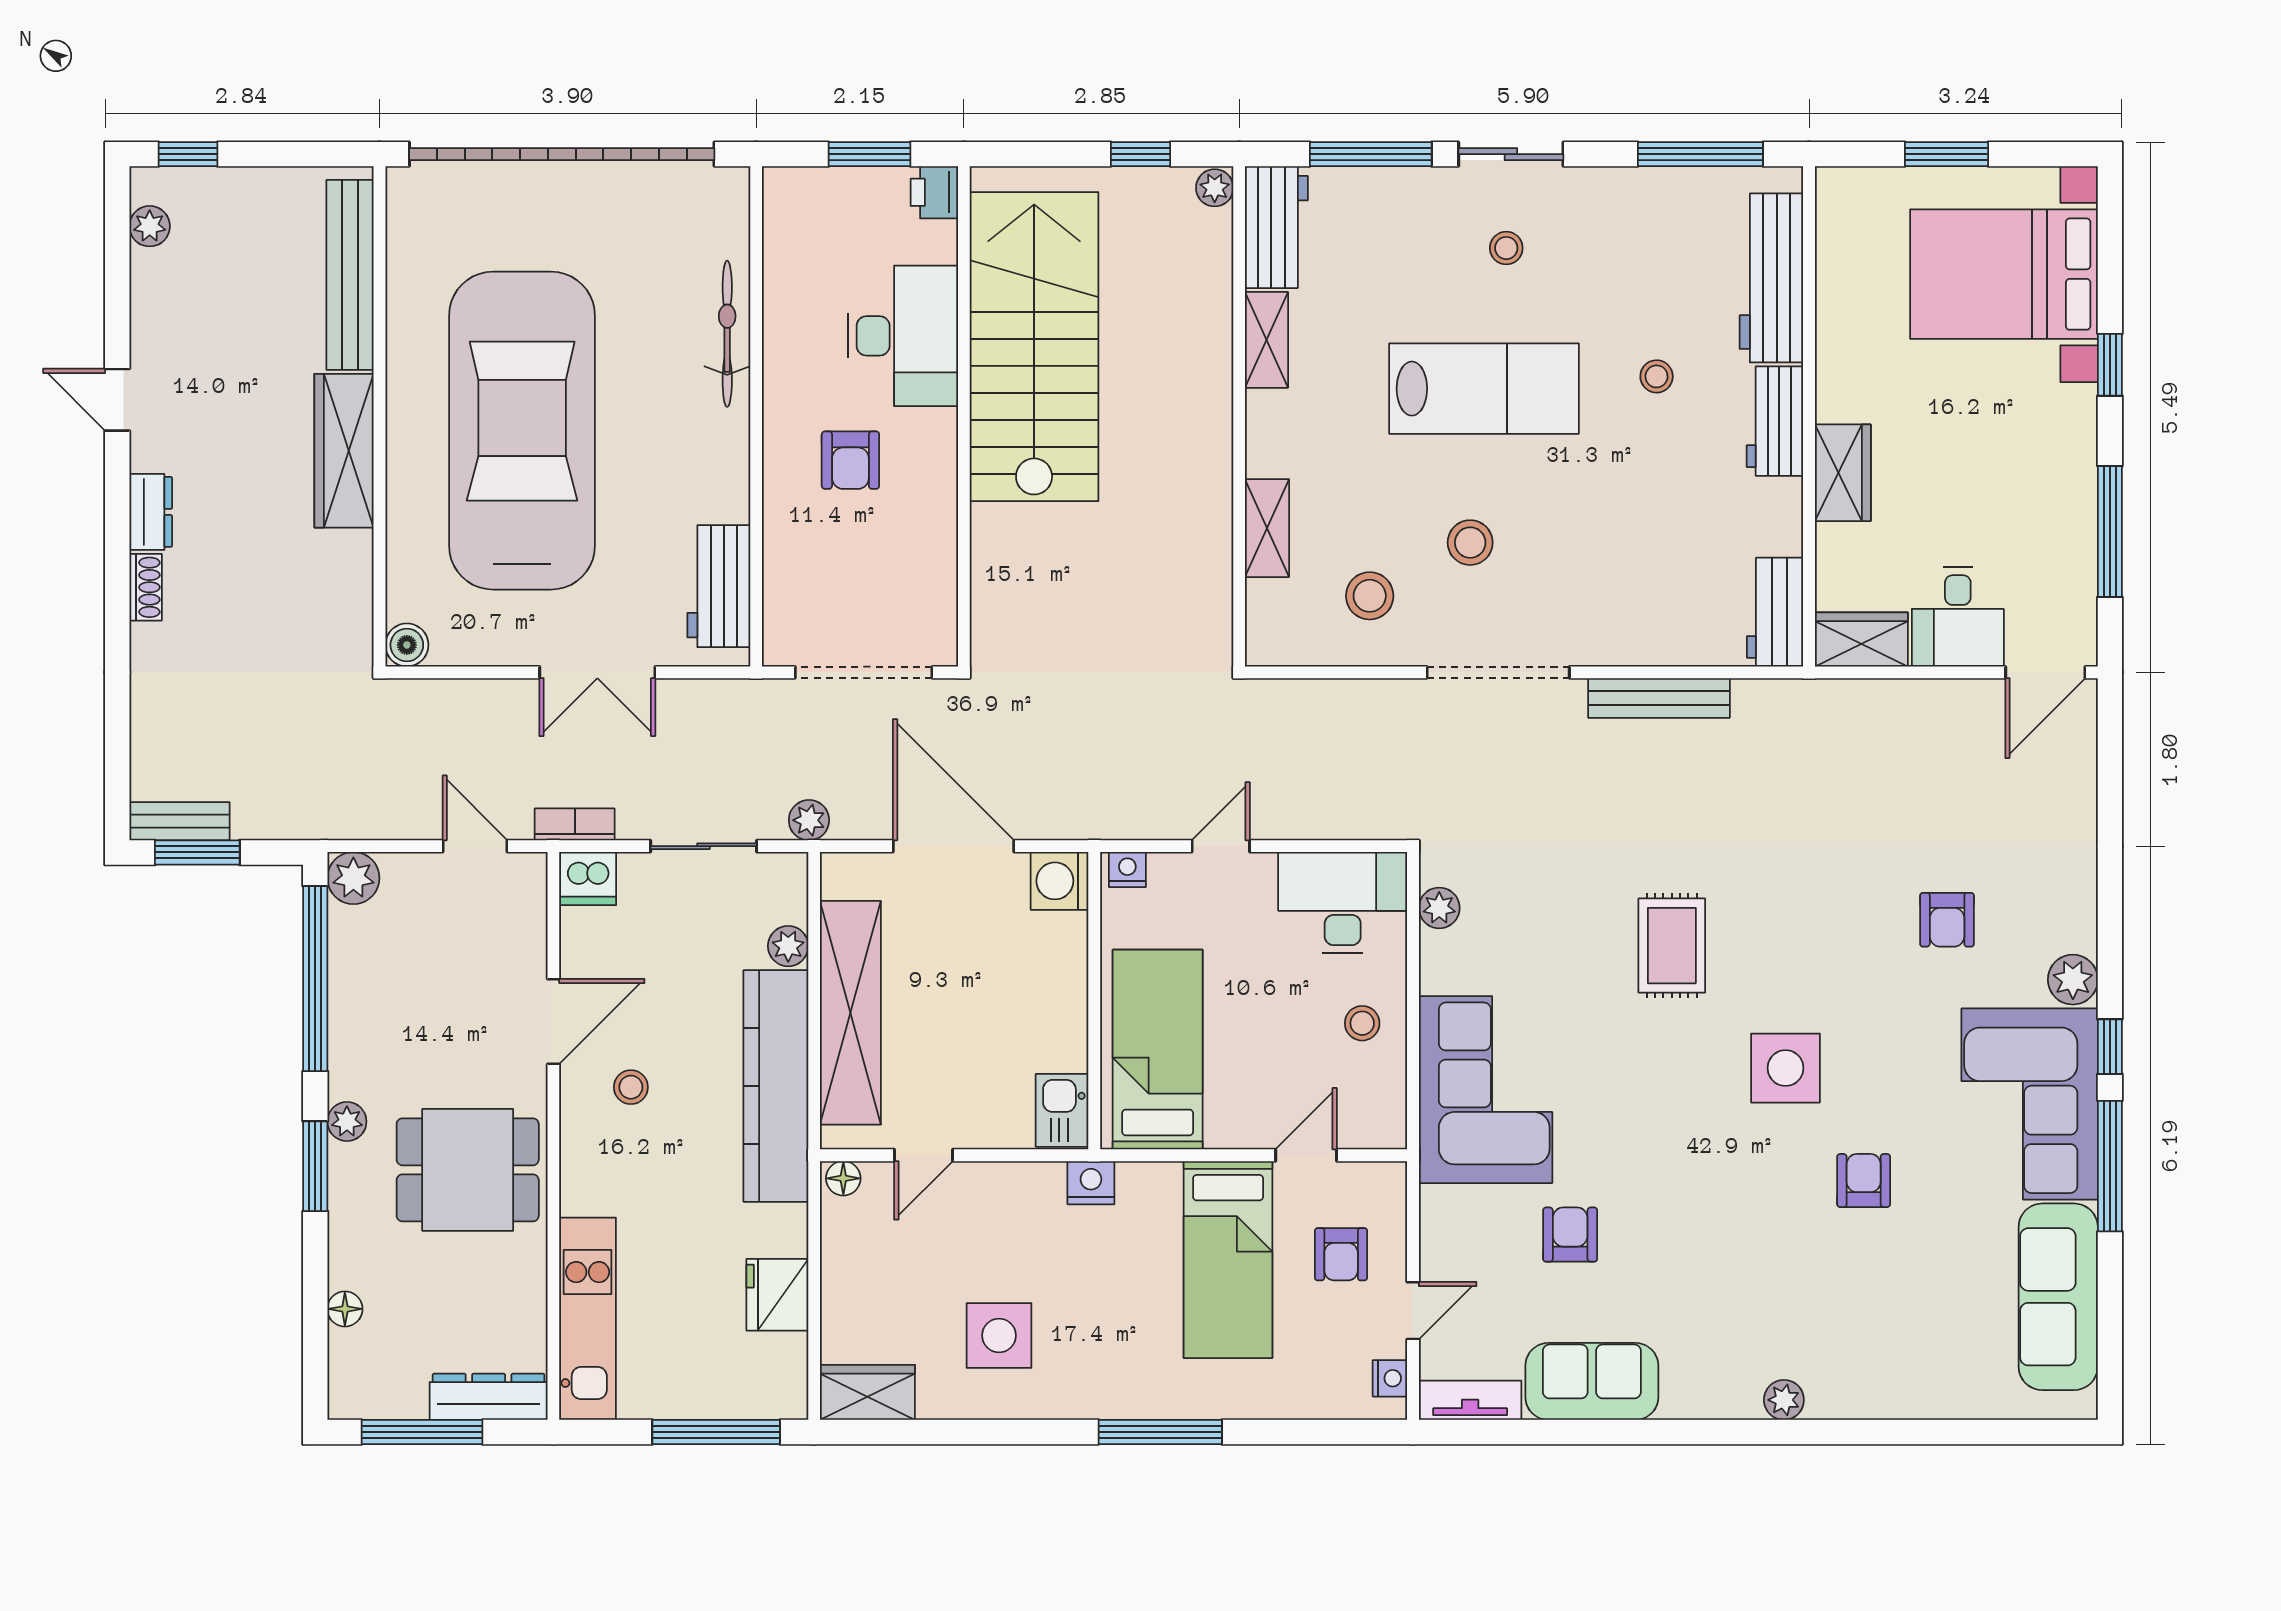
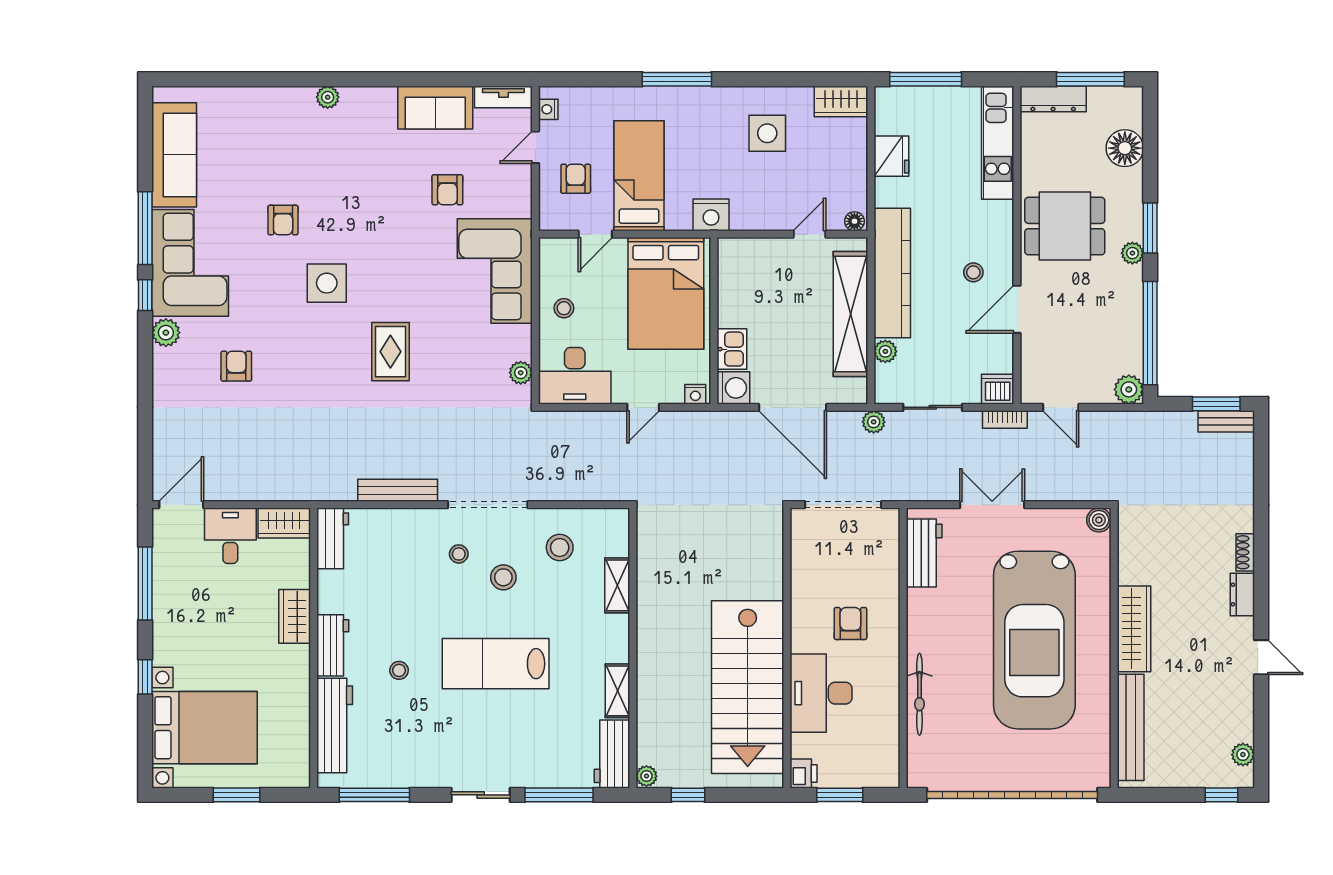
stool: (1506, 248) -> (459, 554), moved
bed: (1158, 1050) -> (666, 293), width x1.50
kitchen sink: (1062, 1110) -> (732, 349), moved
nightstand: (1091, 1183) -> (711, 215), width x1.36, depth x1.33
floor lamp: (345, 1309) -> (1125, 148), width x1.89, depth x1.89

